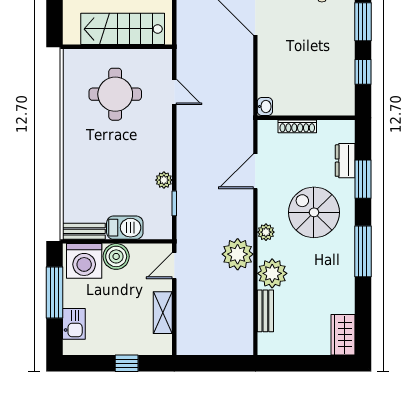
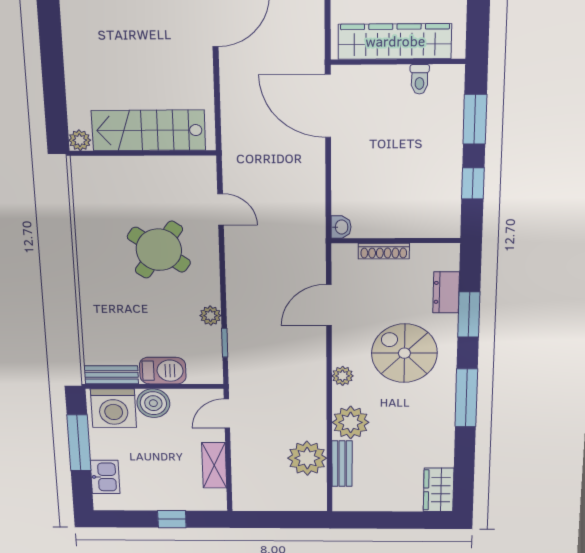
plant: (71, 36) -> (80, 140), added
round table: (115, 94) -> (159, 250), moved, turned 35
plant: (238, 254) -> (307, 458), moved

